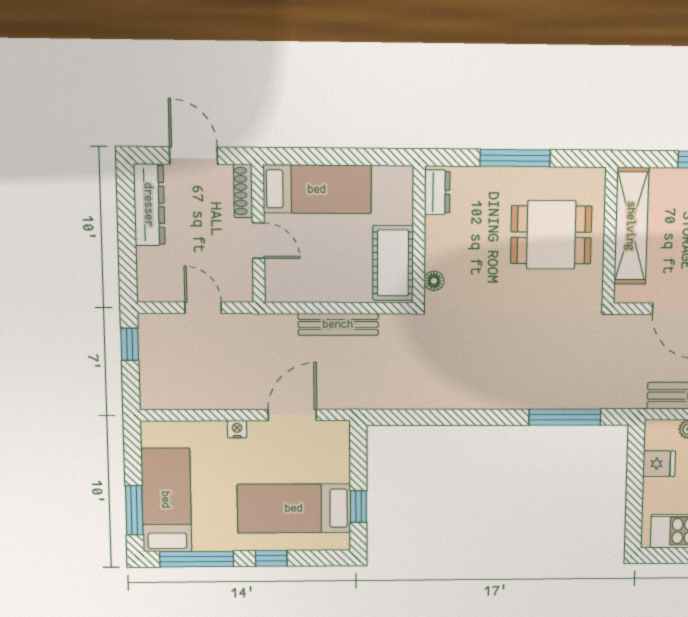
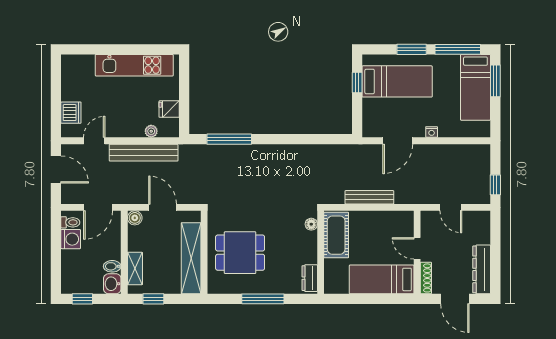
window: (271, 558) -> (412, 49), width x1.50

